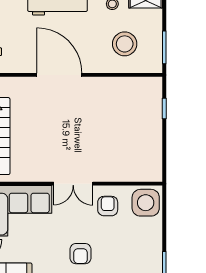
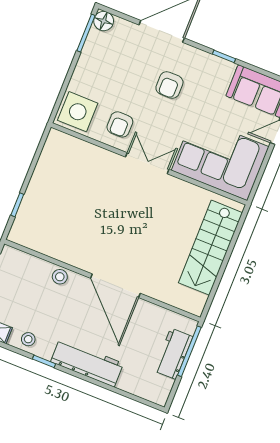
stool: (125, 44) -> (60, 277), moved, width x0.53, depth x0.53
armchair: (81, 254) -> (169, 85), turned 180

